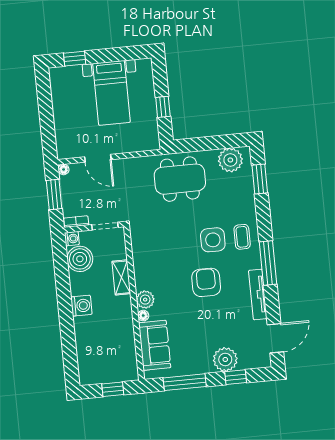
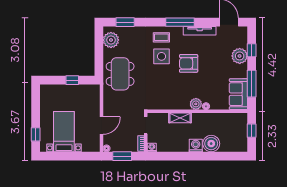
bed with nightstands: (111, 93) -> (64, 132), moved, turned -90
boiler: (80, 259) -> (211, 144), moved
sofa: (155, 345) -> (238, 94), moved, turned -90

